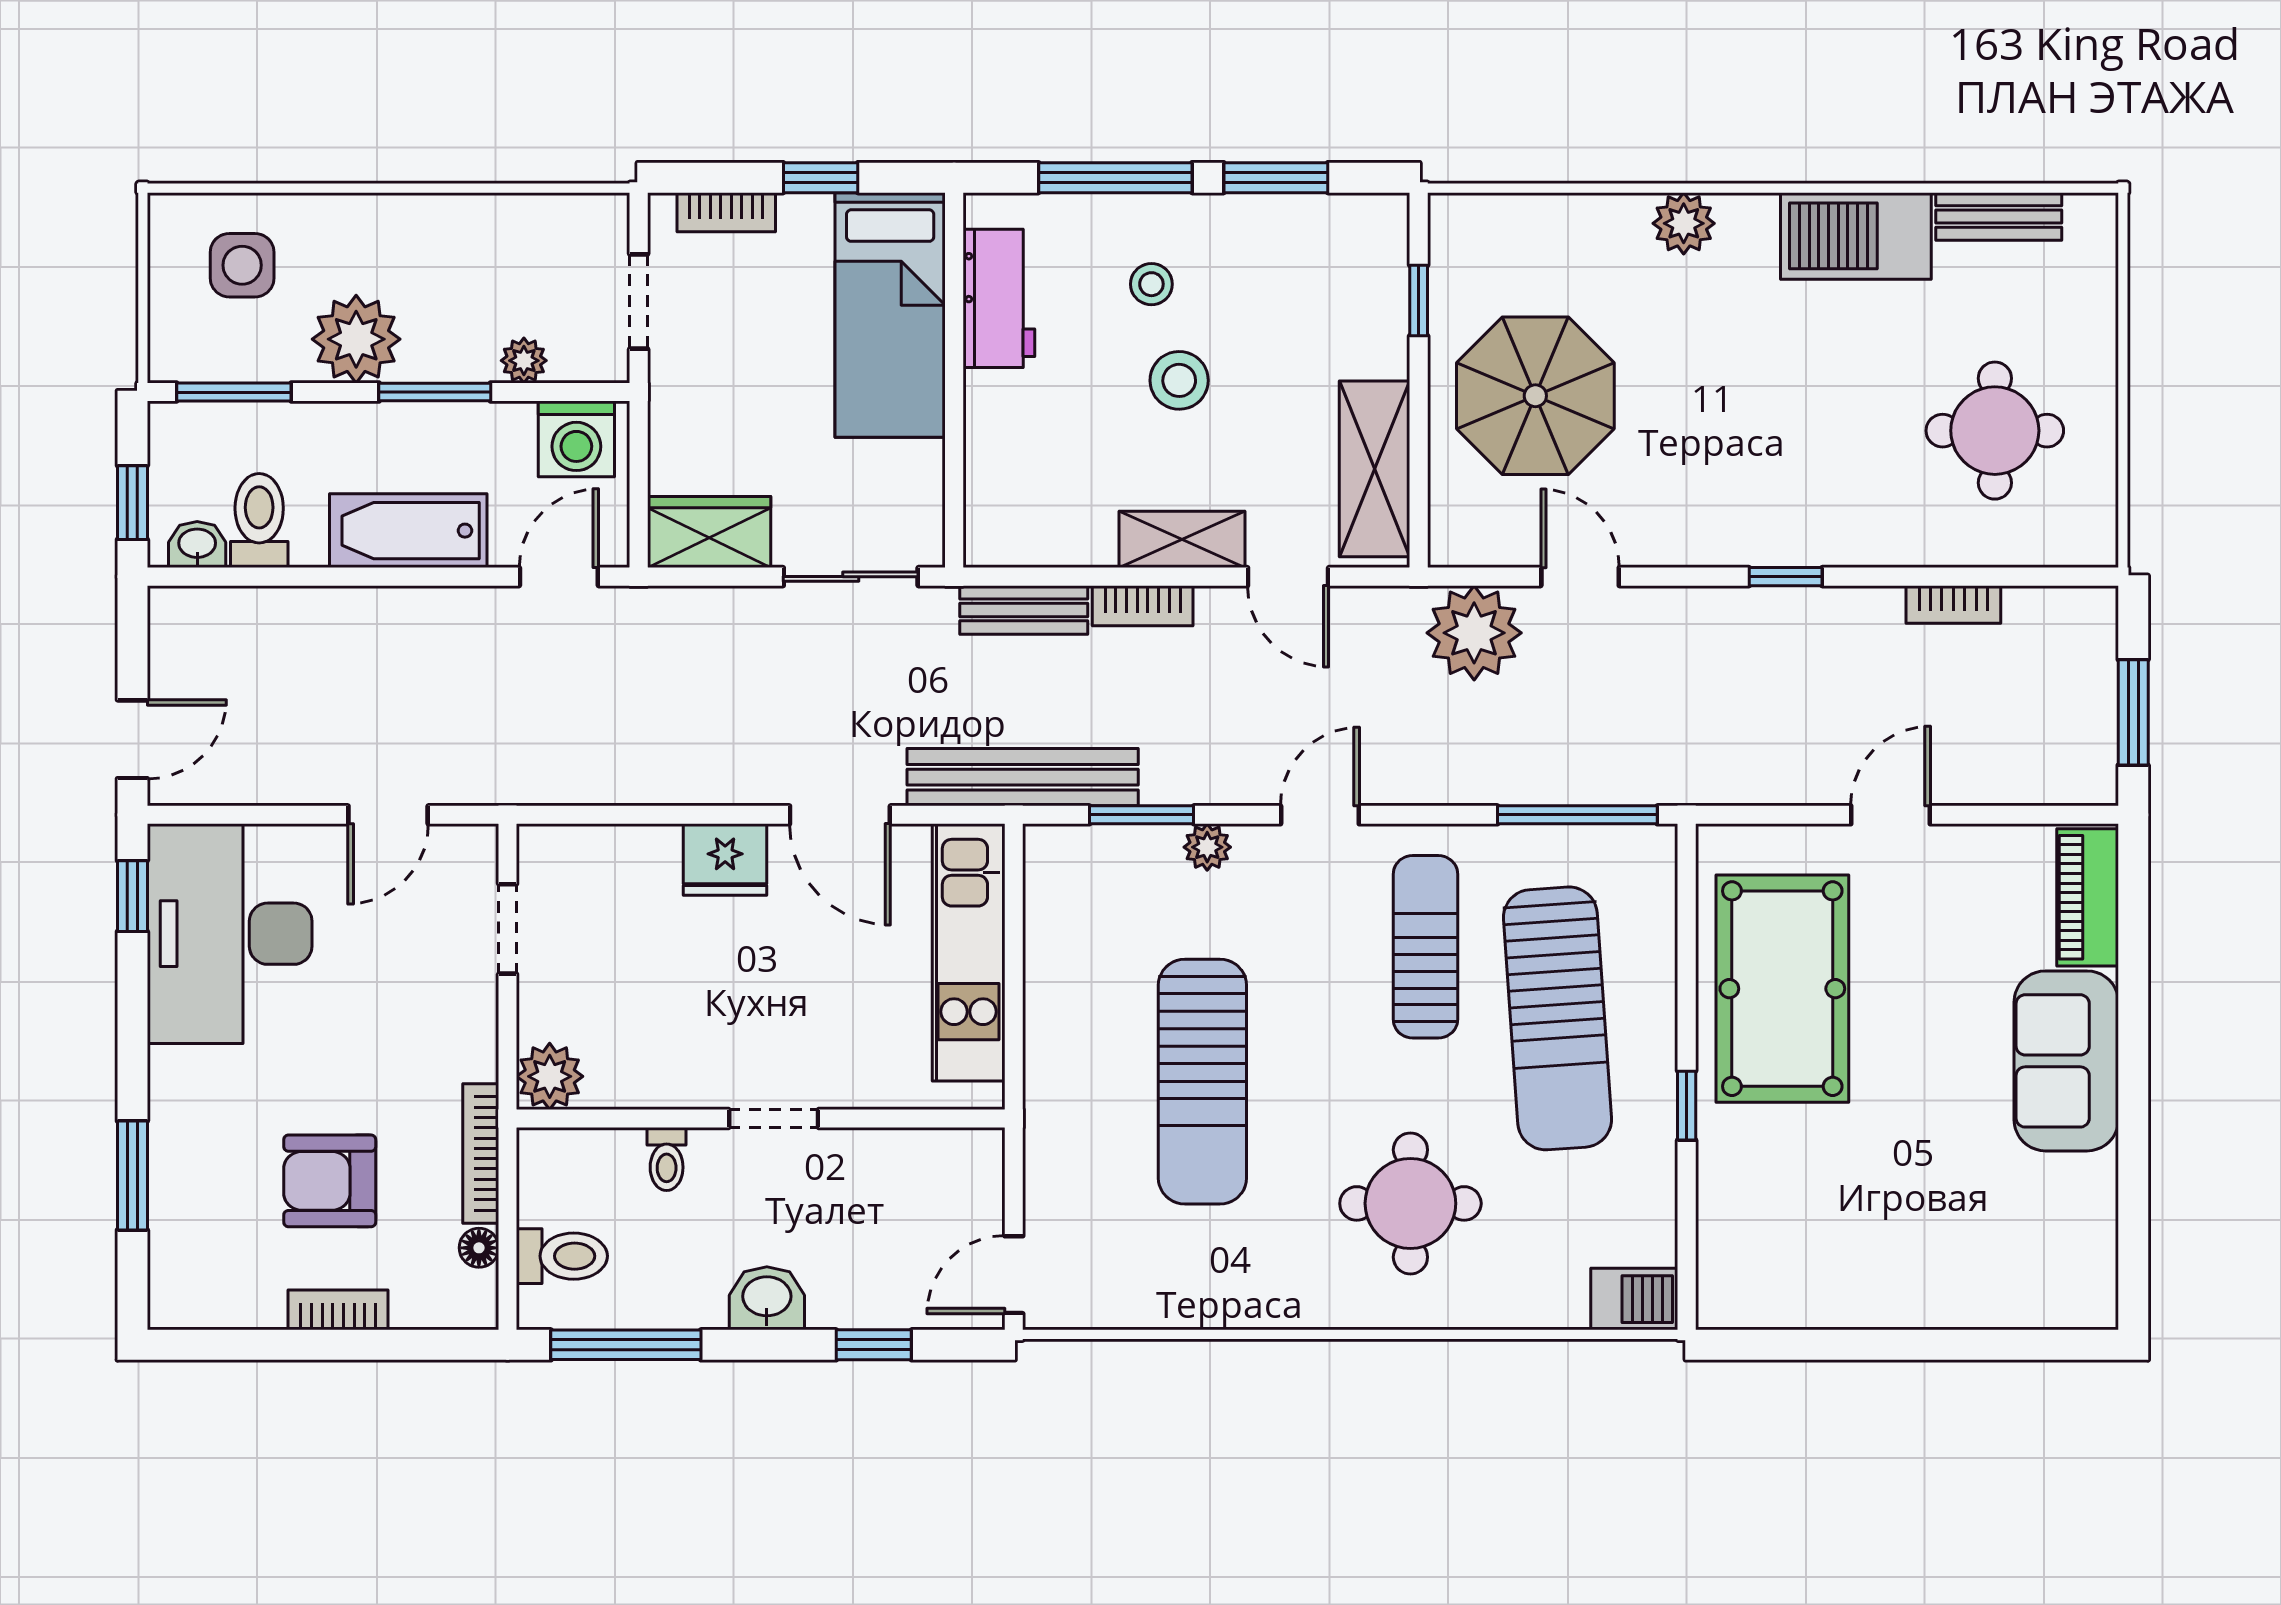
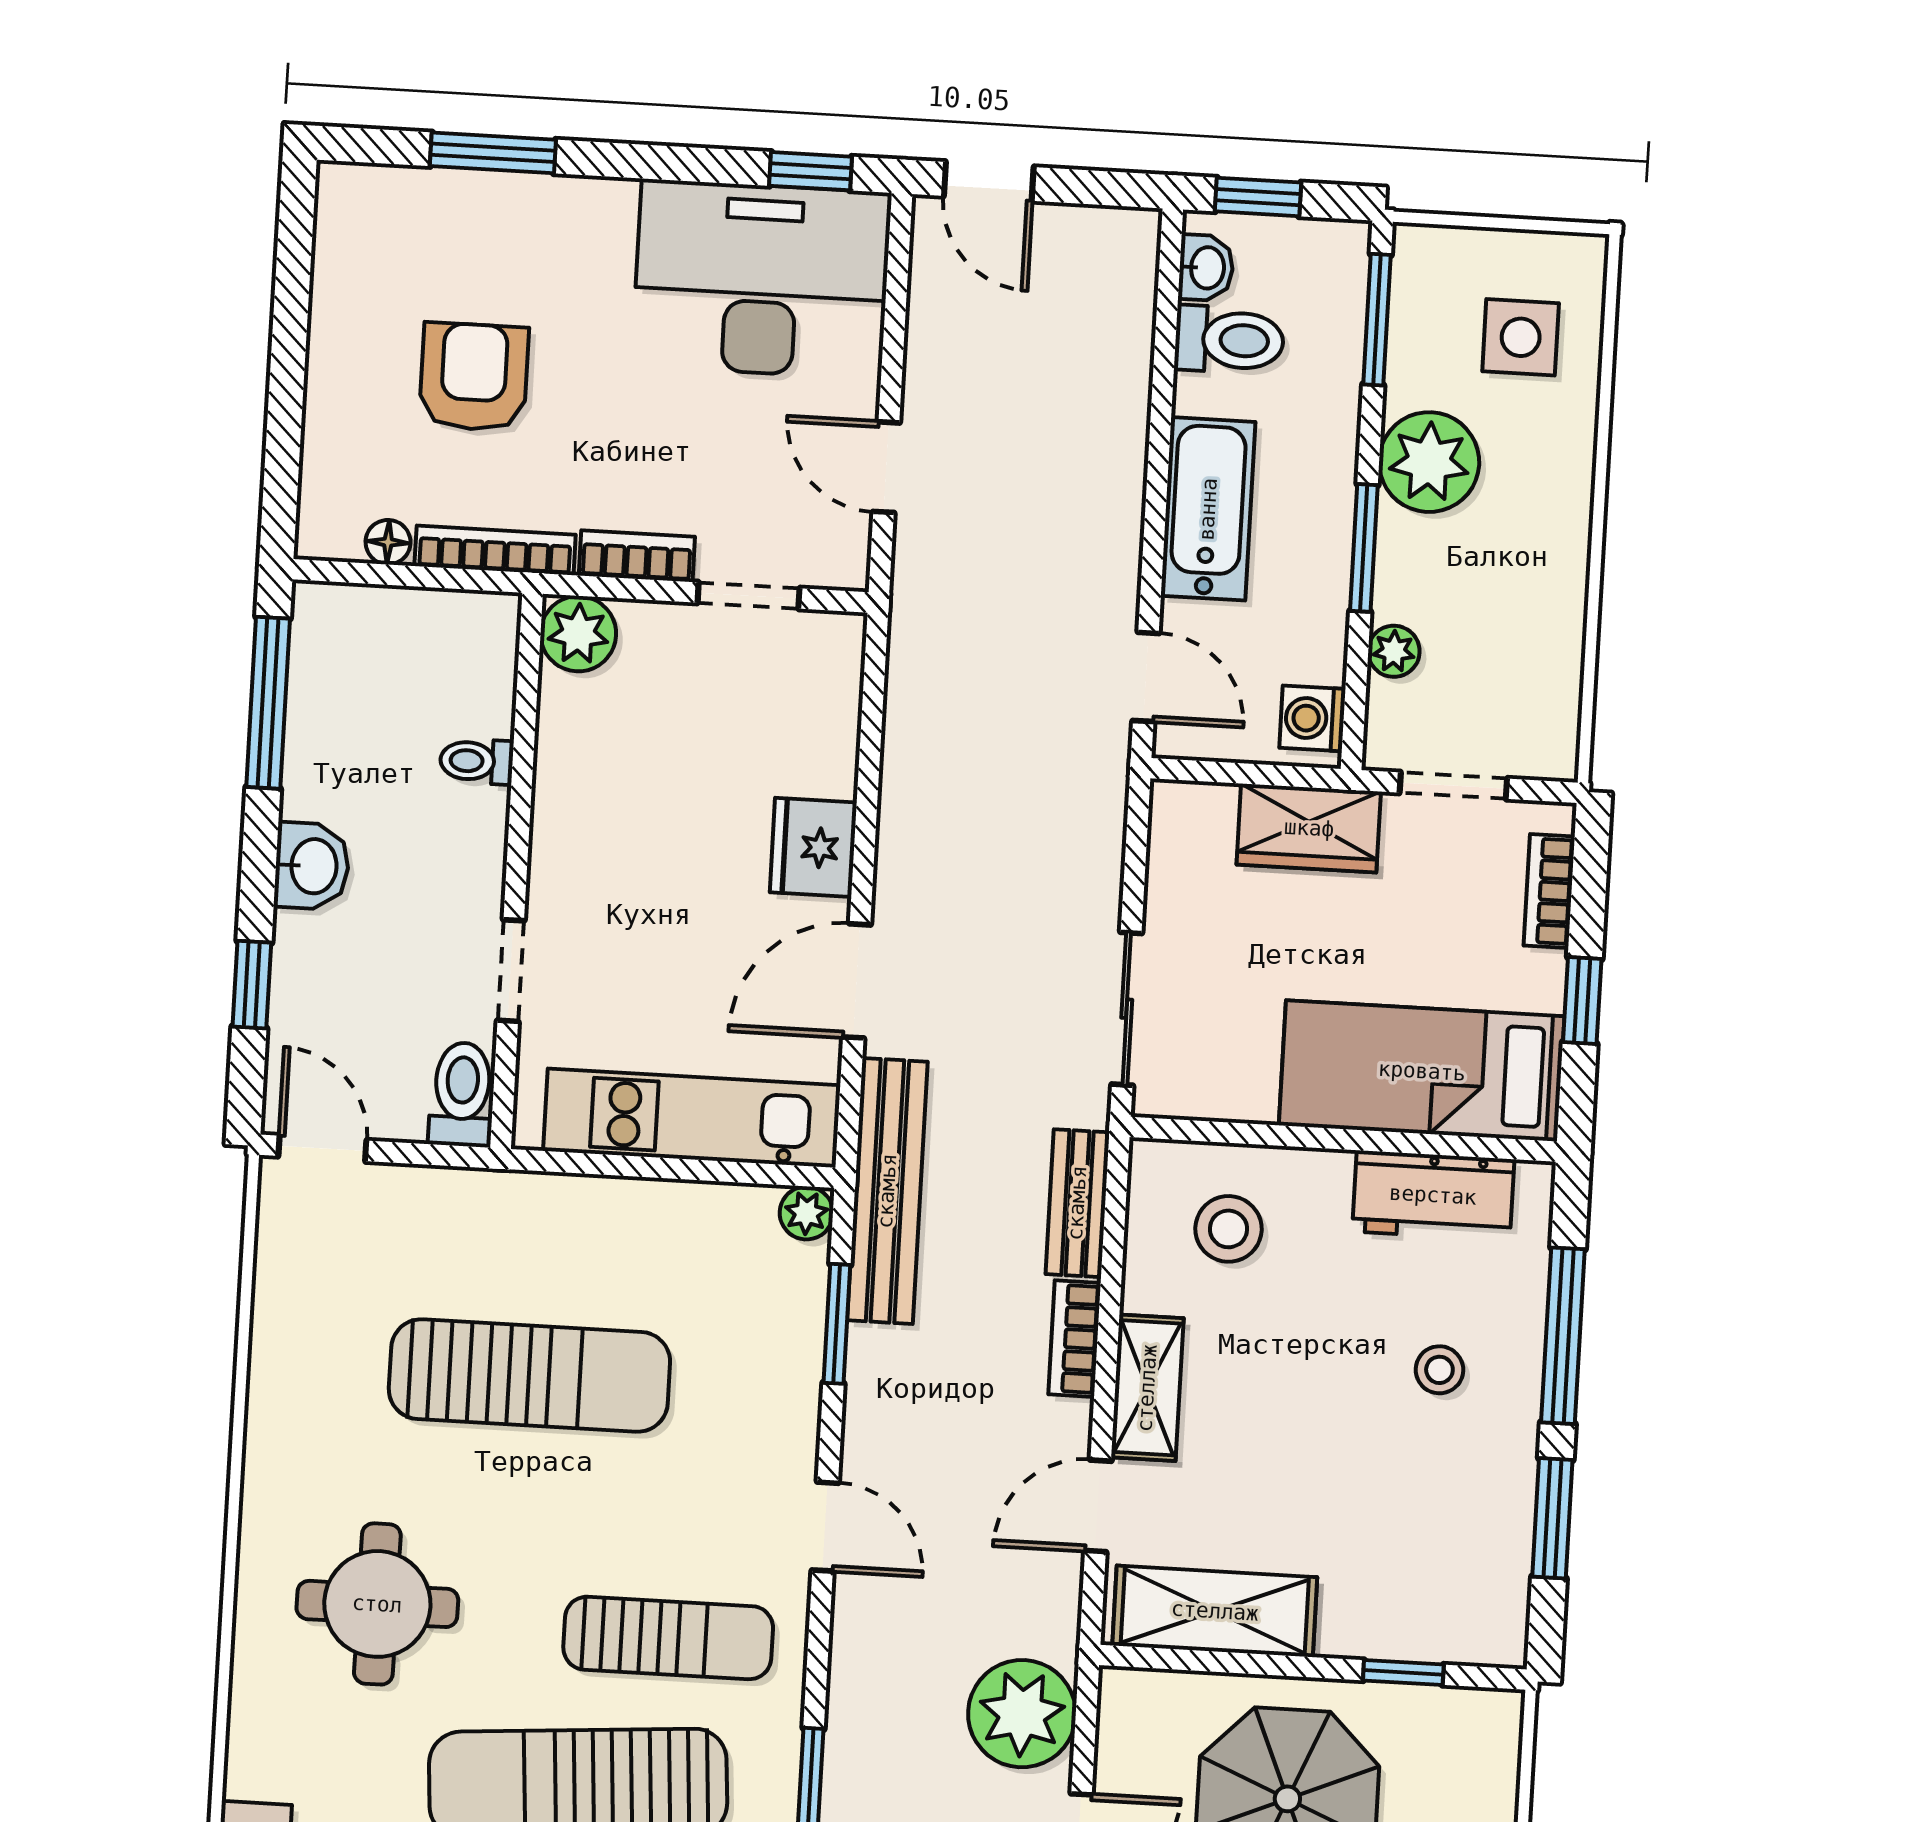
stool: (1179, 380) -> (1228, 1229), moved
washing machine: (576, 439) -> (1312, 718), width x0.73, depth x0.73
wardrobe: (709, 532) -> (1309, 828), moved, turned 90
plant: (1207, 847) -> (806, 1213), moved
sun lounger: (1202, 1082) -> (529, 1375), turned 180
doorway: (774, 1119) -> (511, 971), moved
toilet: (562, 1256) -> (462, 1094), moved, turned 180
bookcase: (338, 1310) -> (637, 556), moved, turned -90

